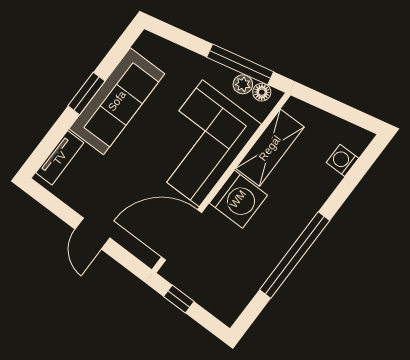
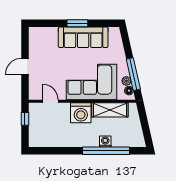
tv unit: (60, 158) -> (45, 32), removed
washing machine: (342, 160) -> (105, 142), moved
door: (182, 235) -> (50, 101), width x0.53
window: (295, 255) -> (106, 151), moved

